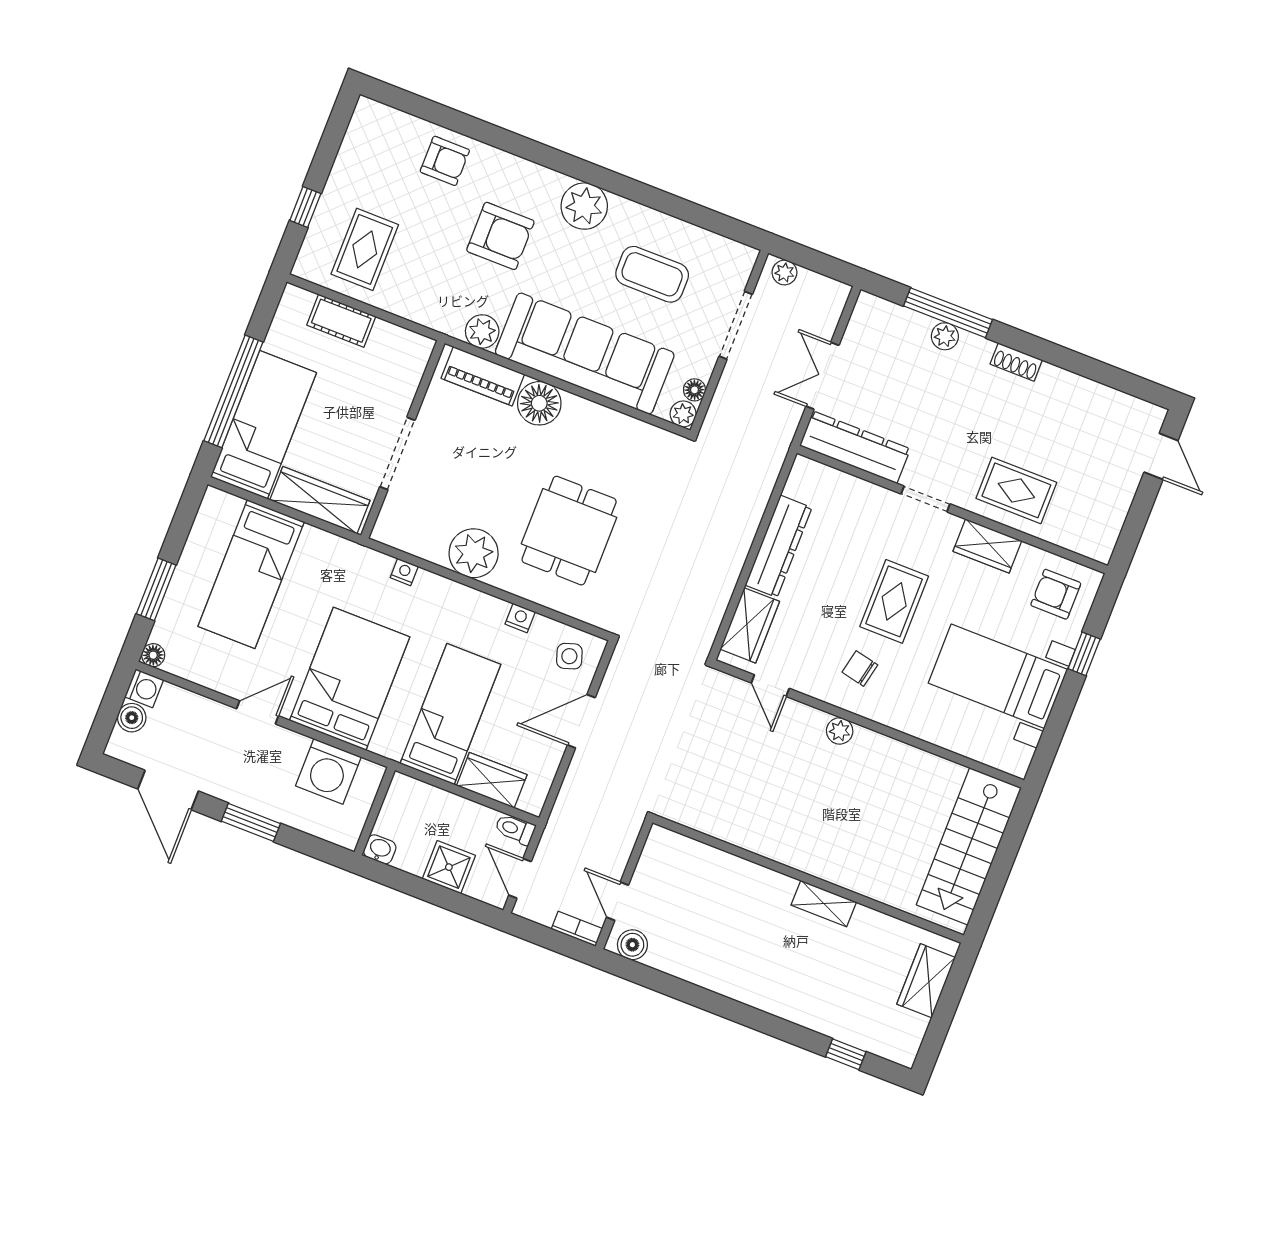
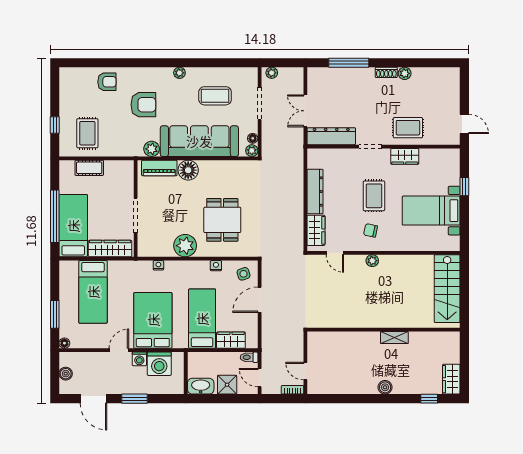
plant: (584, 206) -> (179, 73), width x0.53, depth x0.53
plant: (945, 336) -> (405, 73), moved
door: (1161, 456) -> (464, 124), moved
armchair: (1056, 594) -> (442, 166), removed
washing machine: (144, 688) -> (139, 359), moved, turned 90
washbasin: (380, 849) -> (201, 386), width x1.91, depth x1.45
boiler: (632, 945) -> (385, 387), moved
wardrobe: (926, 981) -> (451, 379), moved

